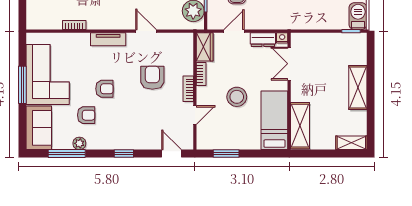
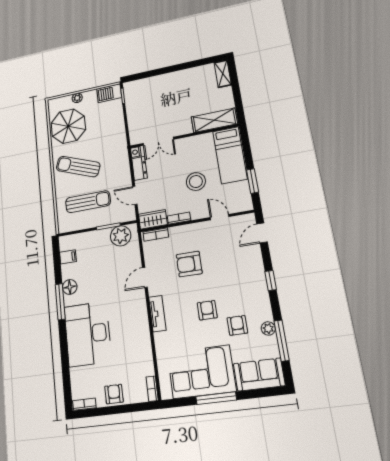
bookcase: (74, 25) -> (152, 389), moved
shelving: (358, 88) -> (172, 79), removed
bookcase: (188, 89) -> (156, 234), moved
bed: (274, 120) -> (230, 155), moved, turned -90

